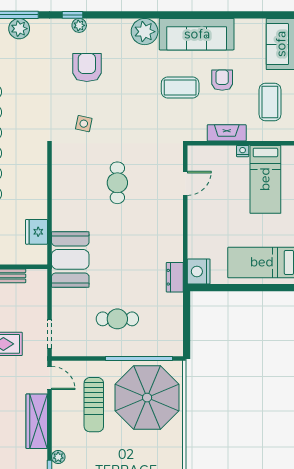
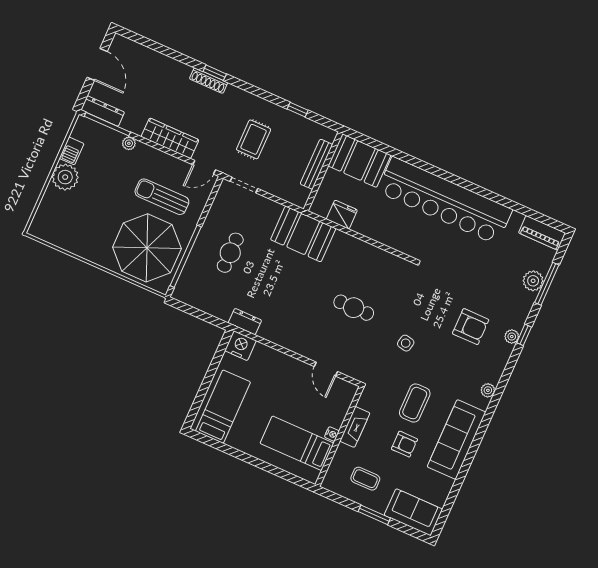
plant: (145, 32) -> (488, 390), width x0.53, depth x0.53
coffee table: (270, 102) -> (365, 479), width x0.73, depth x0.77
side table: (84, 124) -> (406, 343), moved

